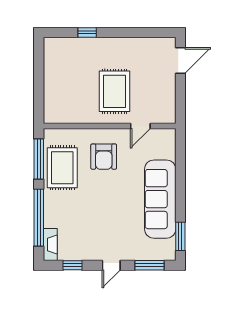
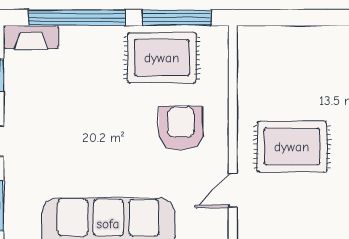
door: (140, 126) -> (233, 191), hinge flipped
armchair: (104, 157) -> (181, 128), turned 90

